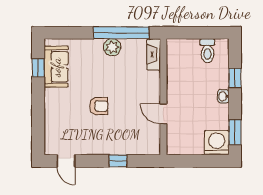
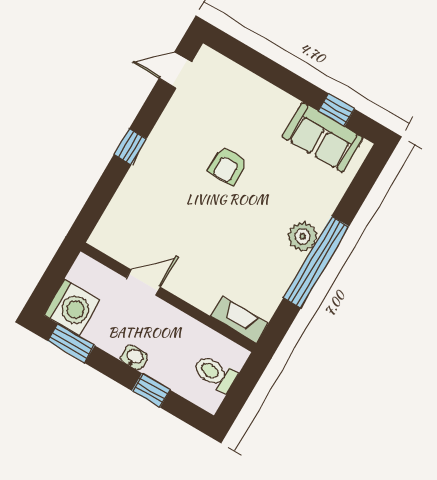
fireplace: (154, 54) -> (239, 320), moved
wall: (163, 97) -> (169, 297), moved
door: (163, 114) -> (143, 282), moved

